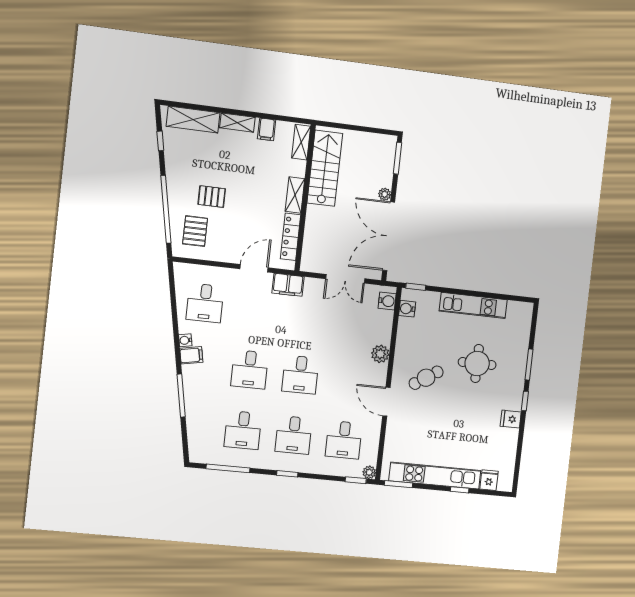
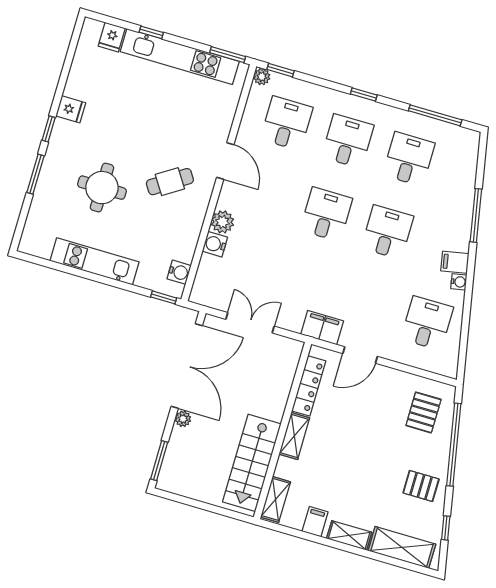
pallet: (212, 197) -> (421, 486), moved
water cooler: (387, 301) -> (215, 244), moved

